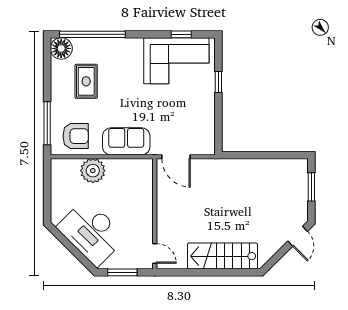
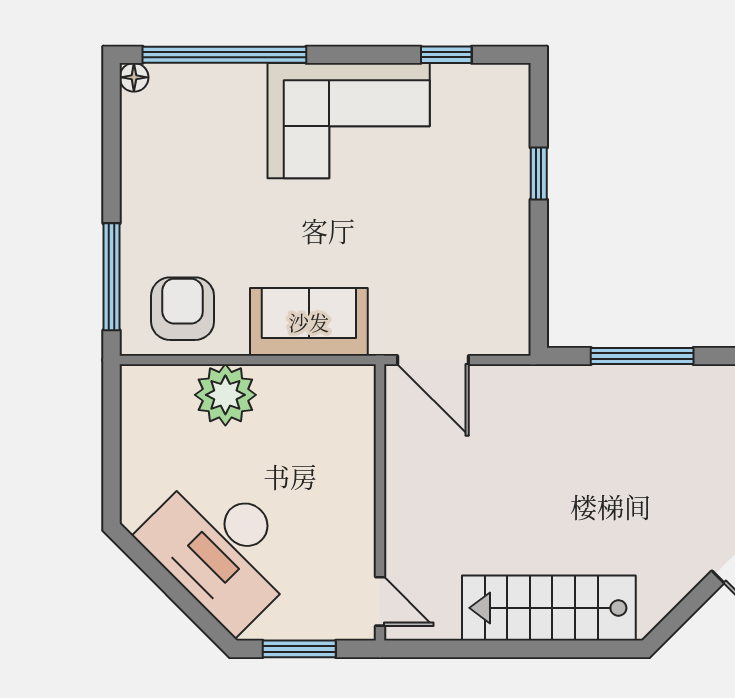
floor lamp: (61, 48) -> (134, 77), width x0.53, depth x0.53
corner sofa: (176, 61) -> (349, 121), moved
rug: (86, 81) -> (209, 172), removed
armchair: (76, 136) -> (183, 309), turned -90
window: (260, 155) -> (642, 356), added

